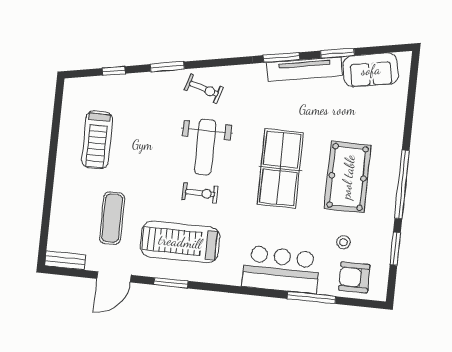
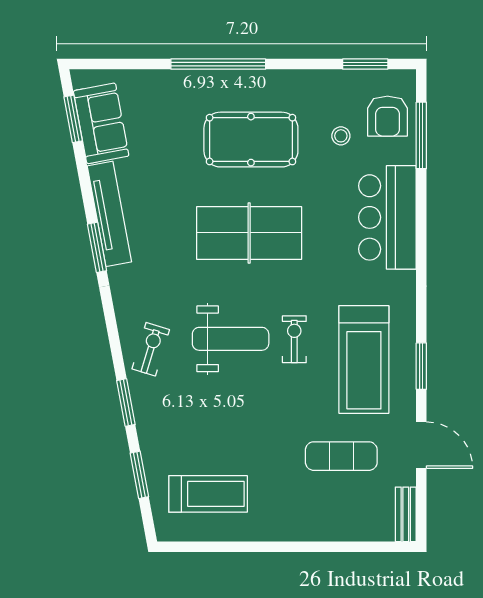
window: (337, 53) -> (73, 119), moved
window: (114, 71) -> (139, 475), width x1.50
treadmill: (97, 140) -> (208, 494), moved
window: (402, 184) -> (218, 64), moved
window: (395, 249) -> (365, 64), moved
window: (312, 298) -> (421, 135), moved

